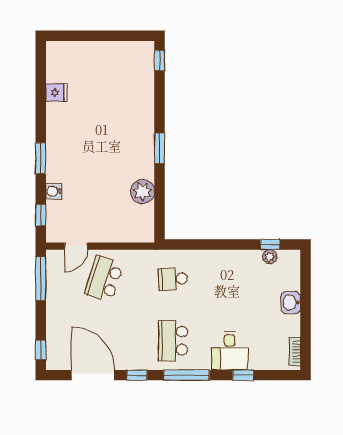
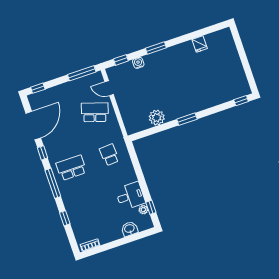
washbasin: (291, 303) -> (129, 229), moved
desk: (230, 351) -> (130, 196), moved, turned 180

